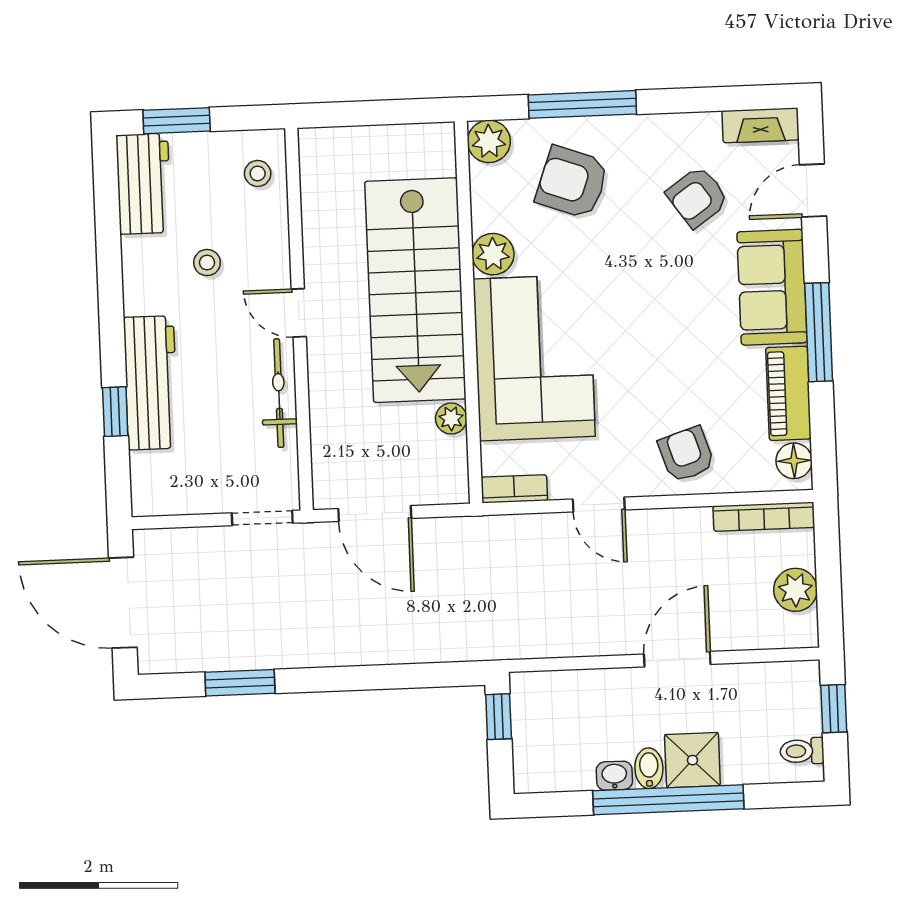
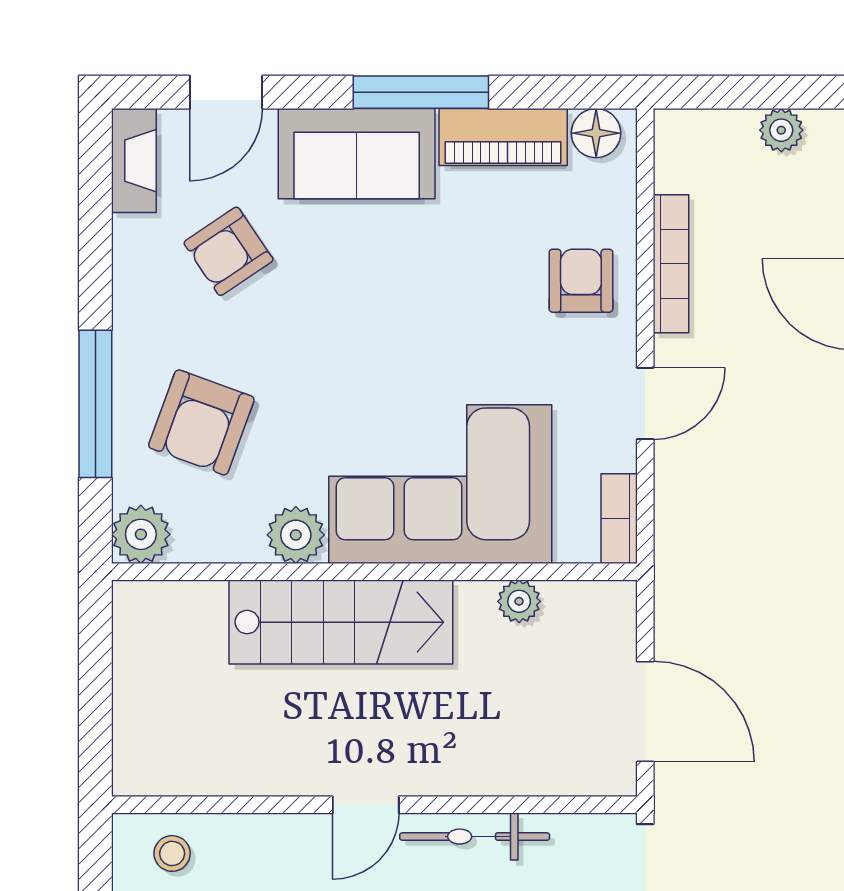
door: (813, 190) -> (226, 92), hinge flipped
armchair: (697, 197) -> (228, 251), turned 91
stairs: (415, 290) -> (341, 622), width x0.73, depth x0.66
armchair: (686, 454) -> (581, 281), turned 108
door: (375, 513) -> (645, 712), hinge flipped
bookcase: (764, 517) -> (671, 264), moved
plant: (795, 590) -> (781, 130), width x0.73, depth x0.73

